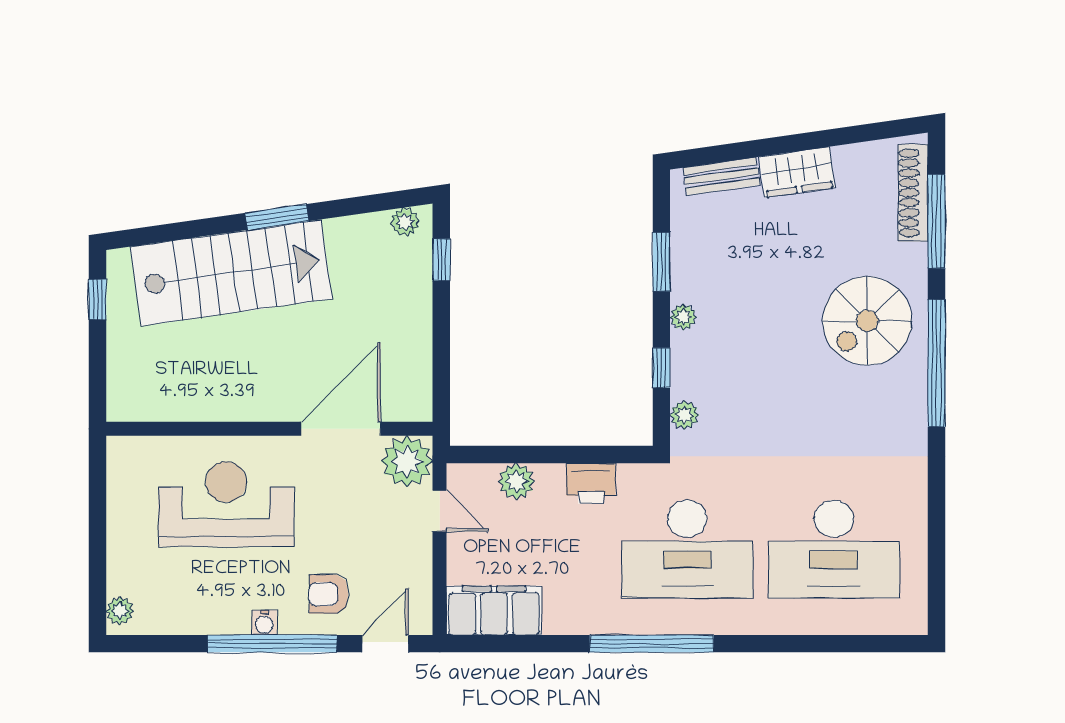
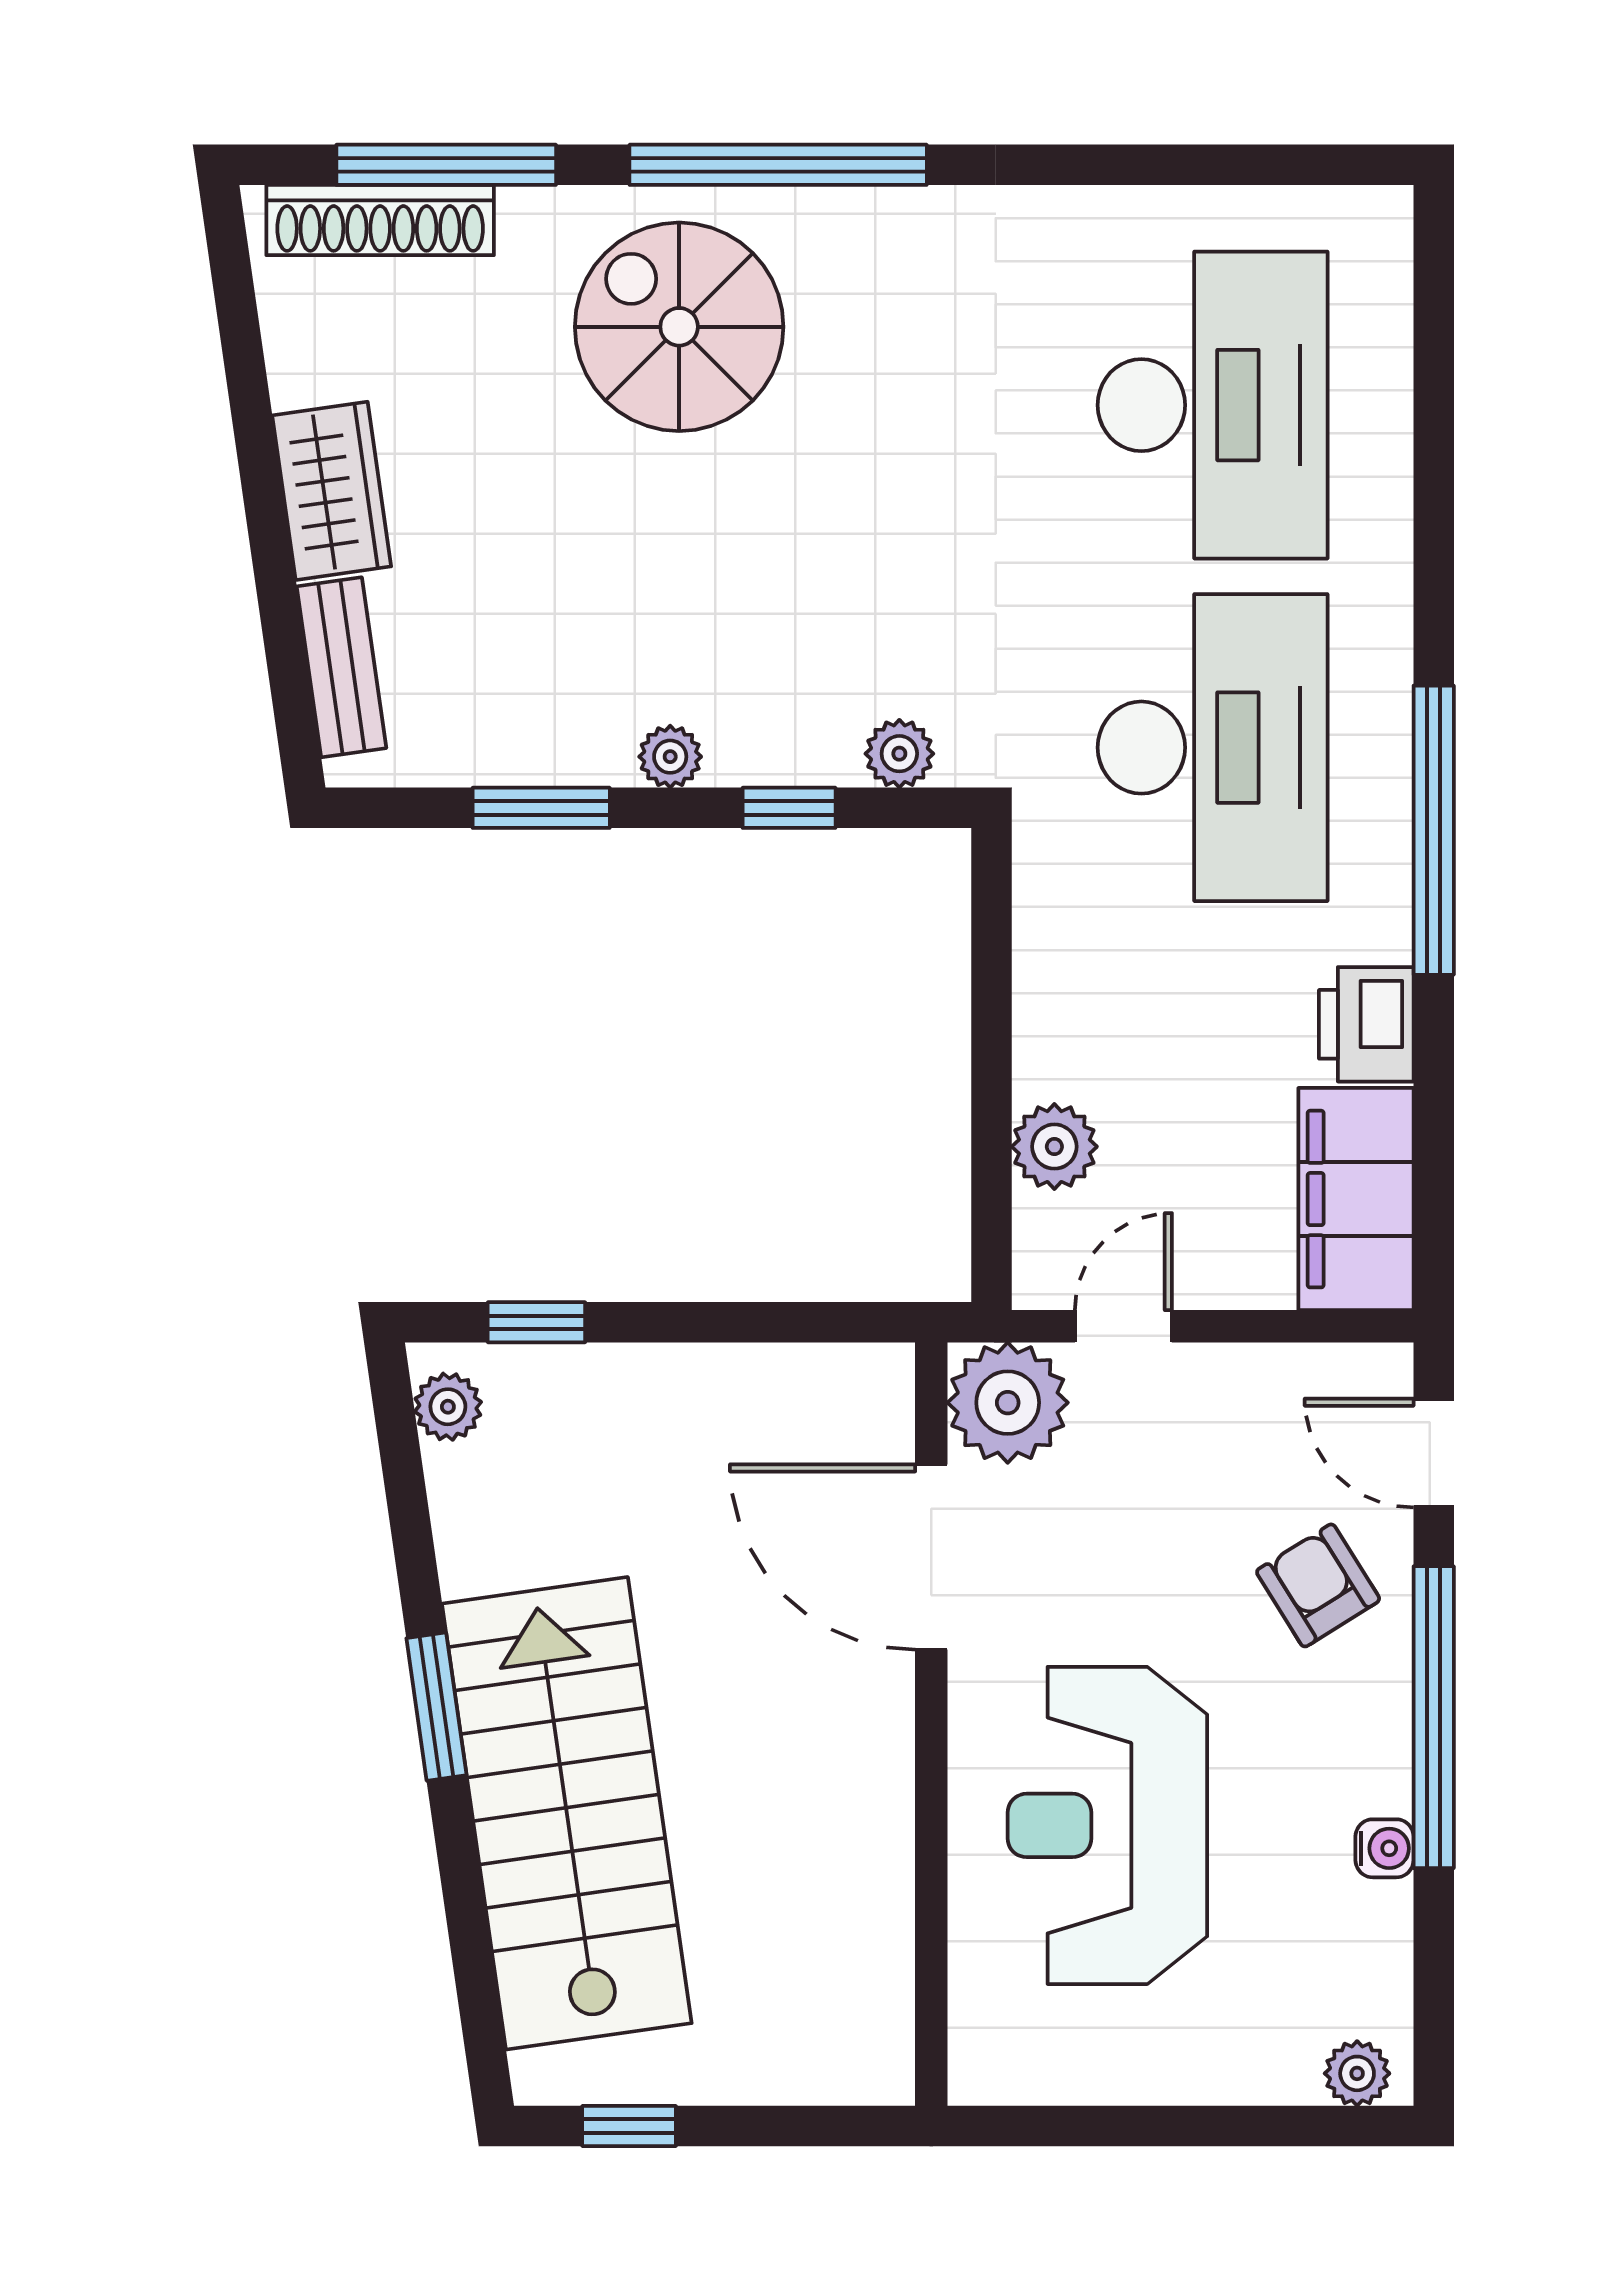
spiral stairs: (867, 321) -> (679, 327), turned 180
printer: (591, 483) -> (1366, 1024), moved, turned 180
armchair: (329, 594) -> (1318, 1585), turned 148
water cooler: (264, 623) -> (1385, 1848), moved

